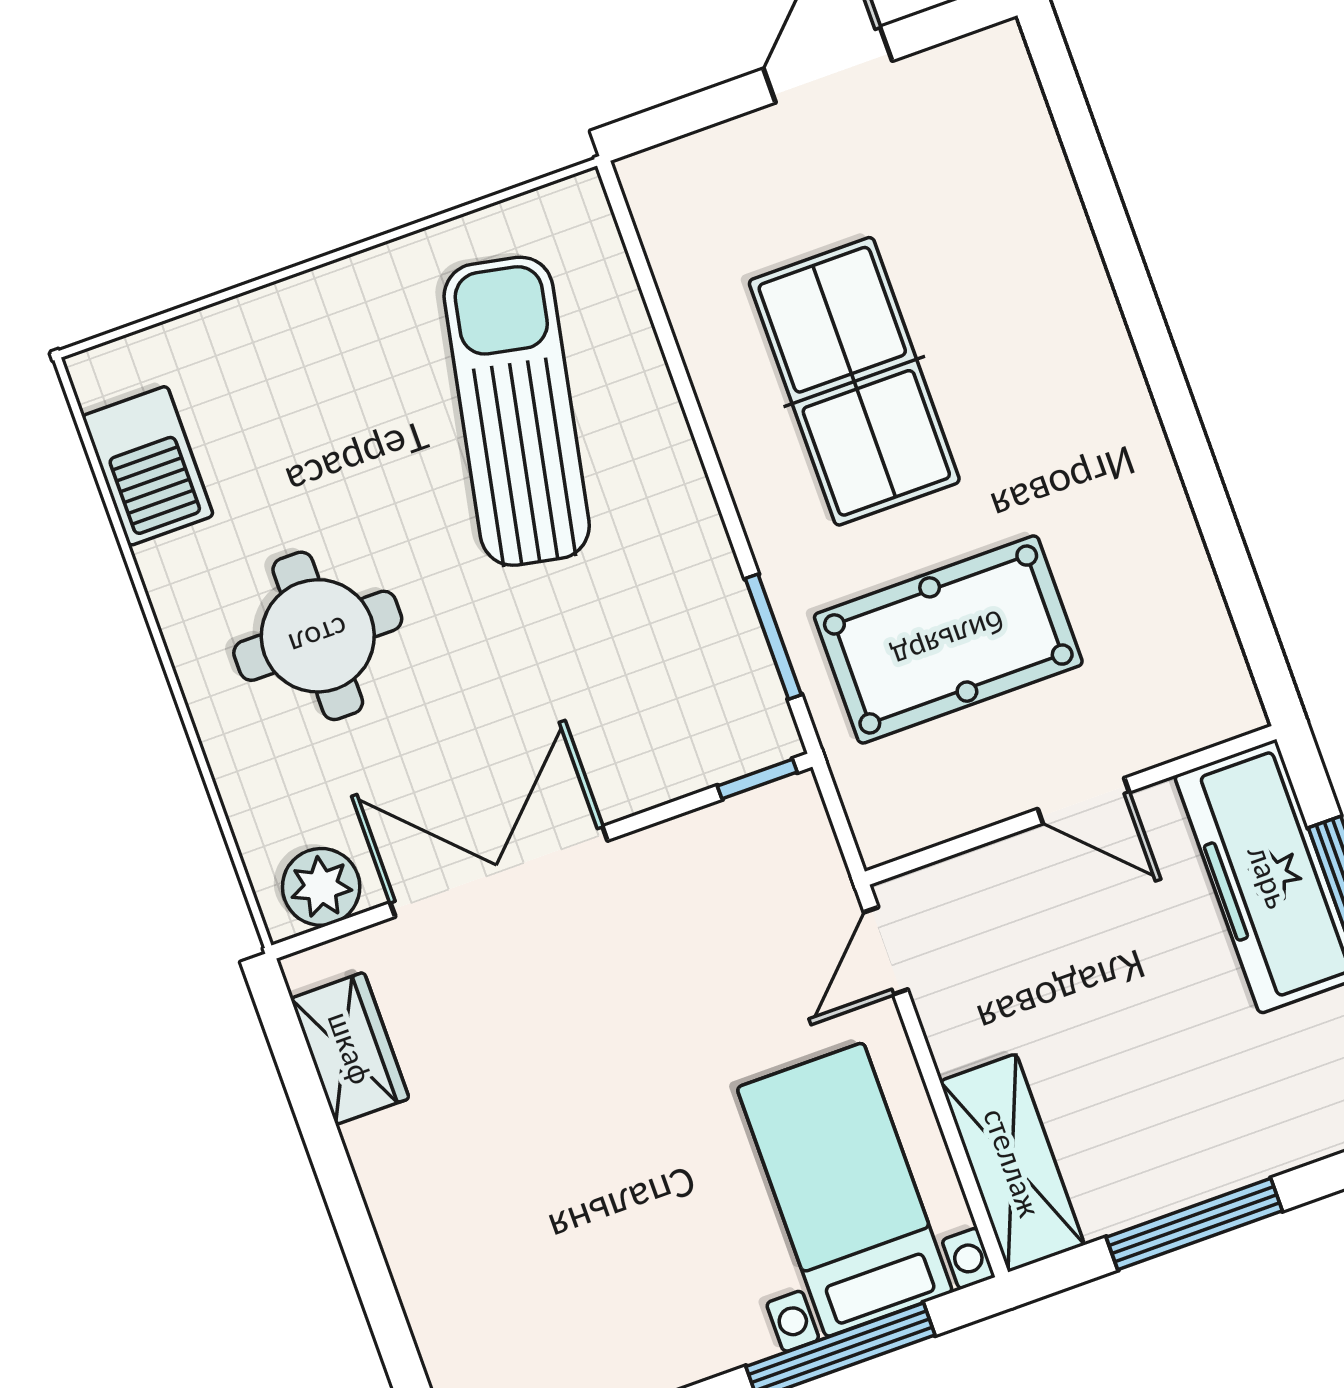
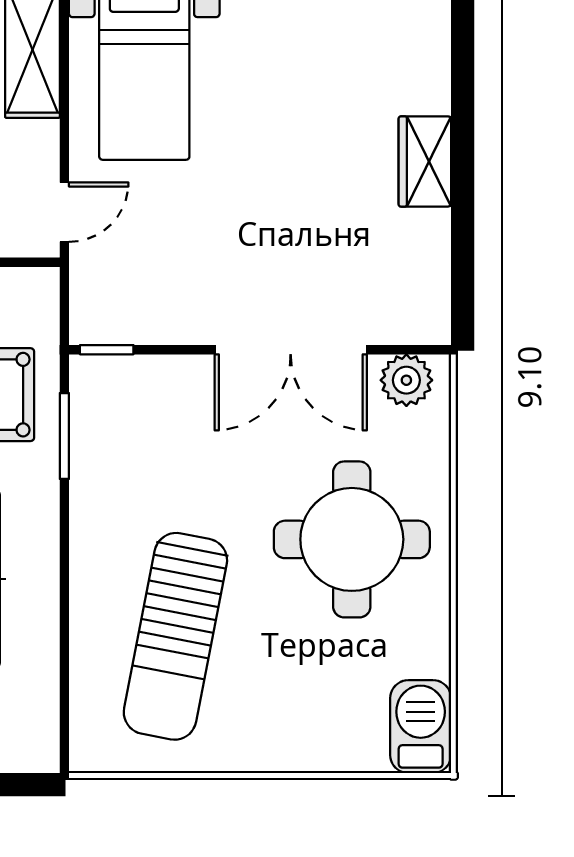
barbecue: (148, 466) -> (421, 727), moved
round table: (318, 636) -> (352, 539), width x1.36, depth x1.36
wardrobe: (350, 1048) -> (425, 161), moved

